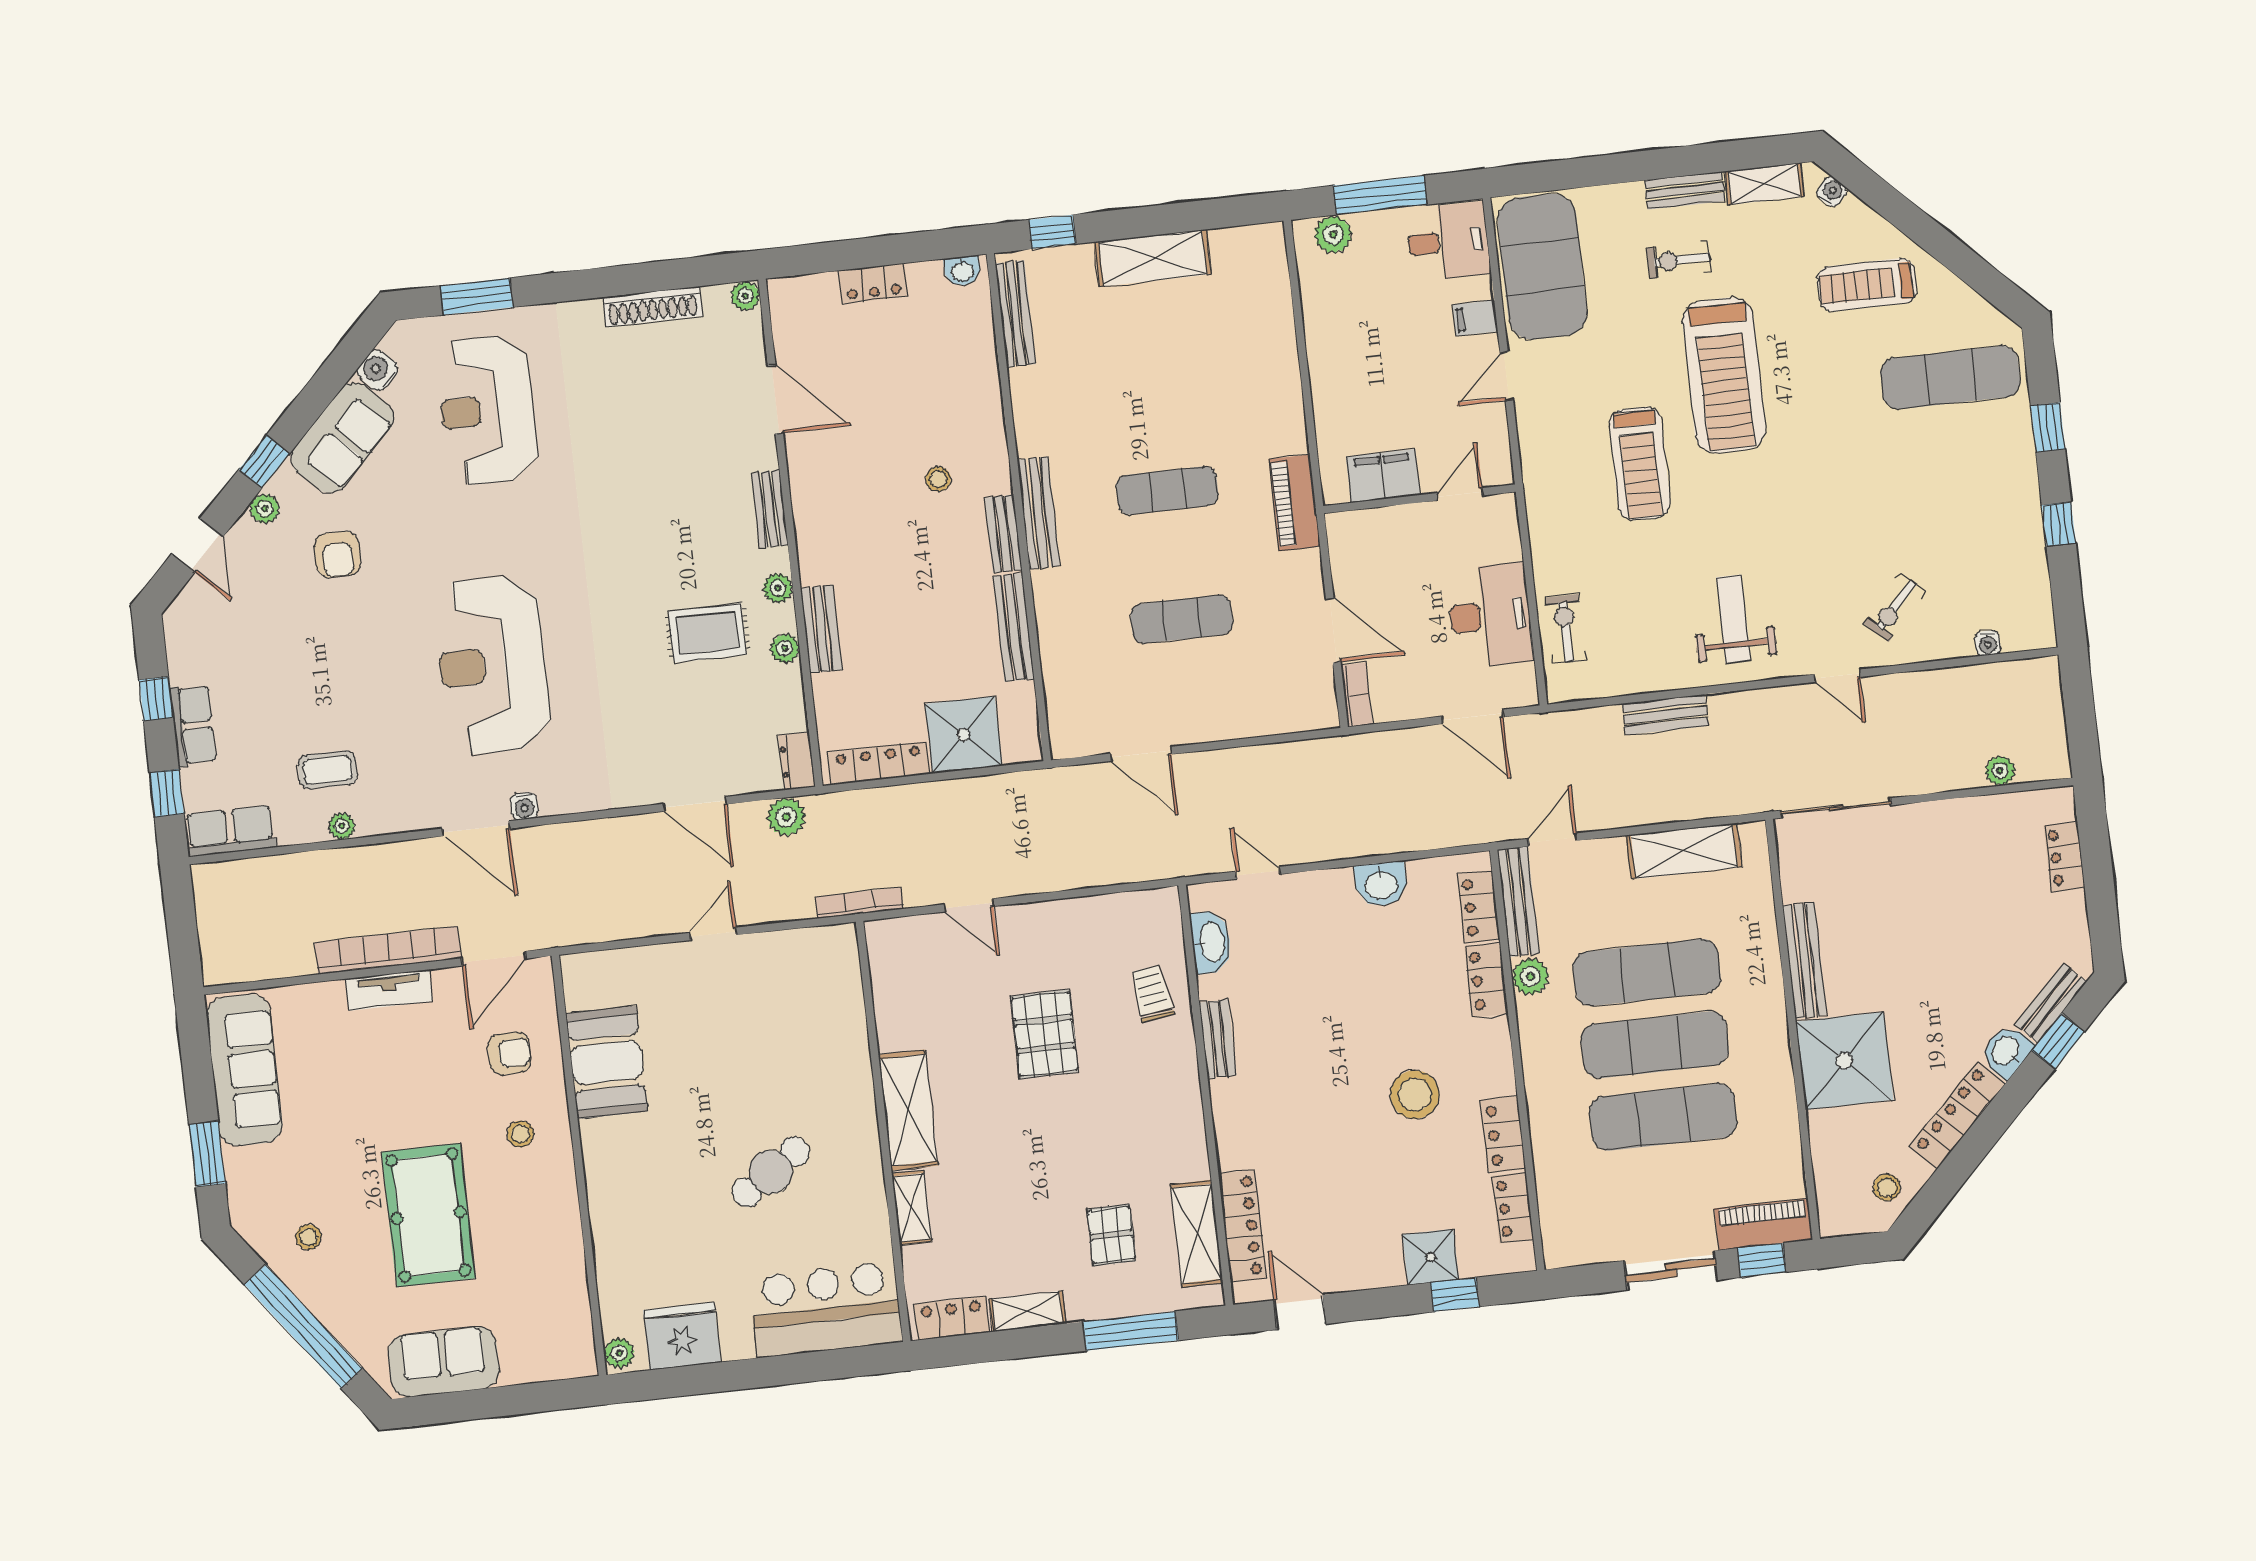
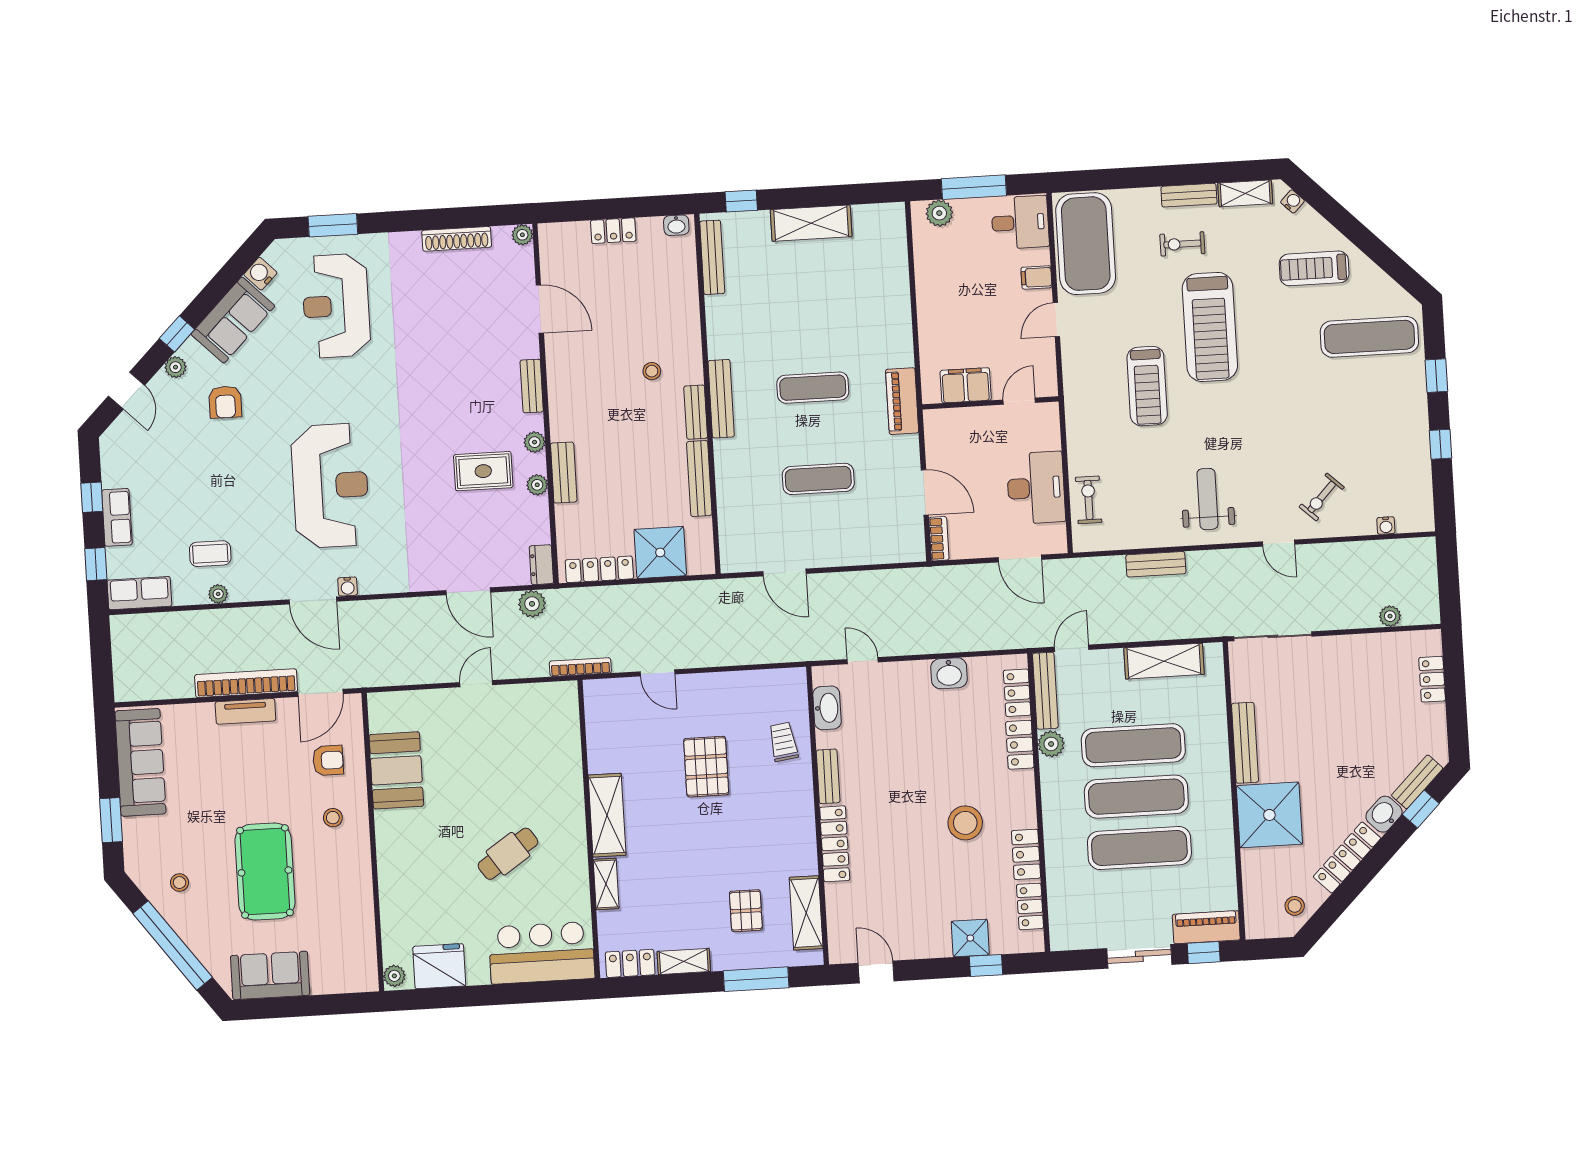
reception desk: (492, 665) -> (330, 486), turned 180
locker: (1242, 1226) -> (835, 844), moved

